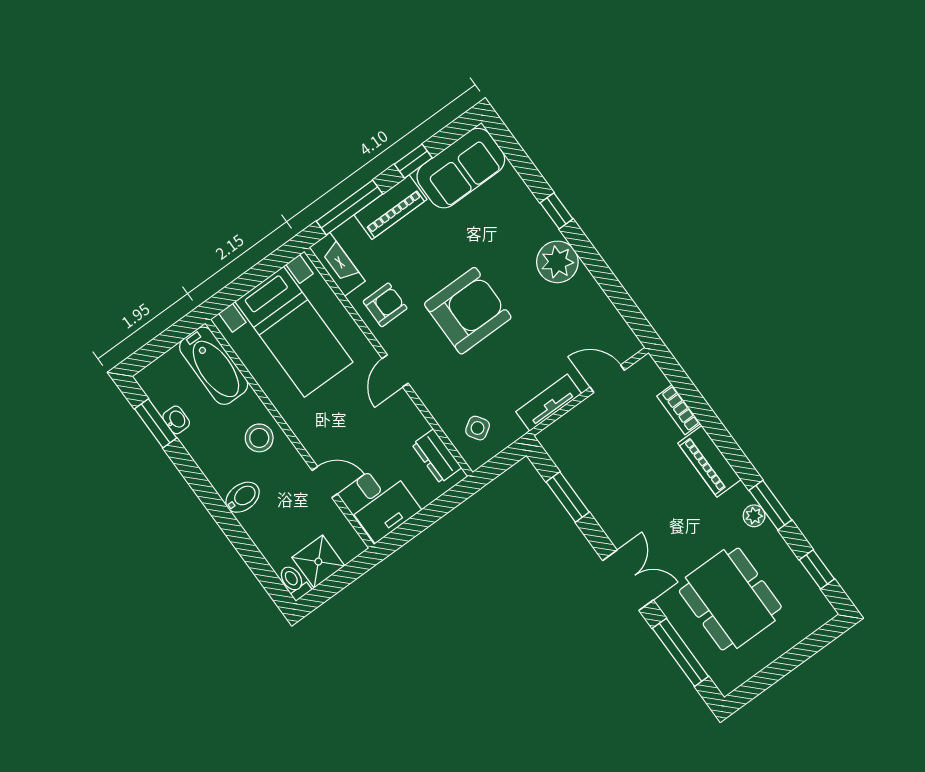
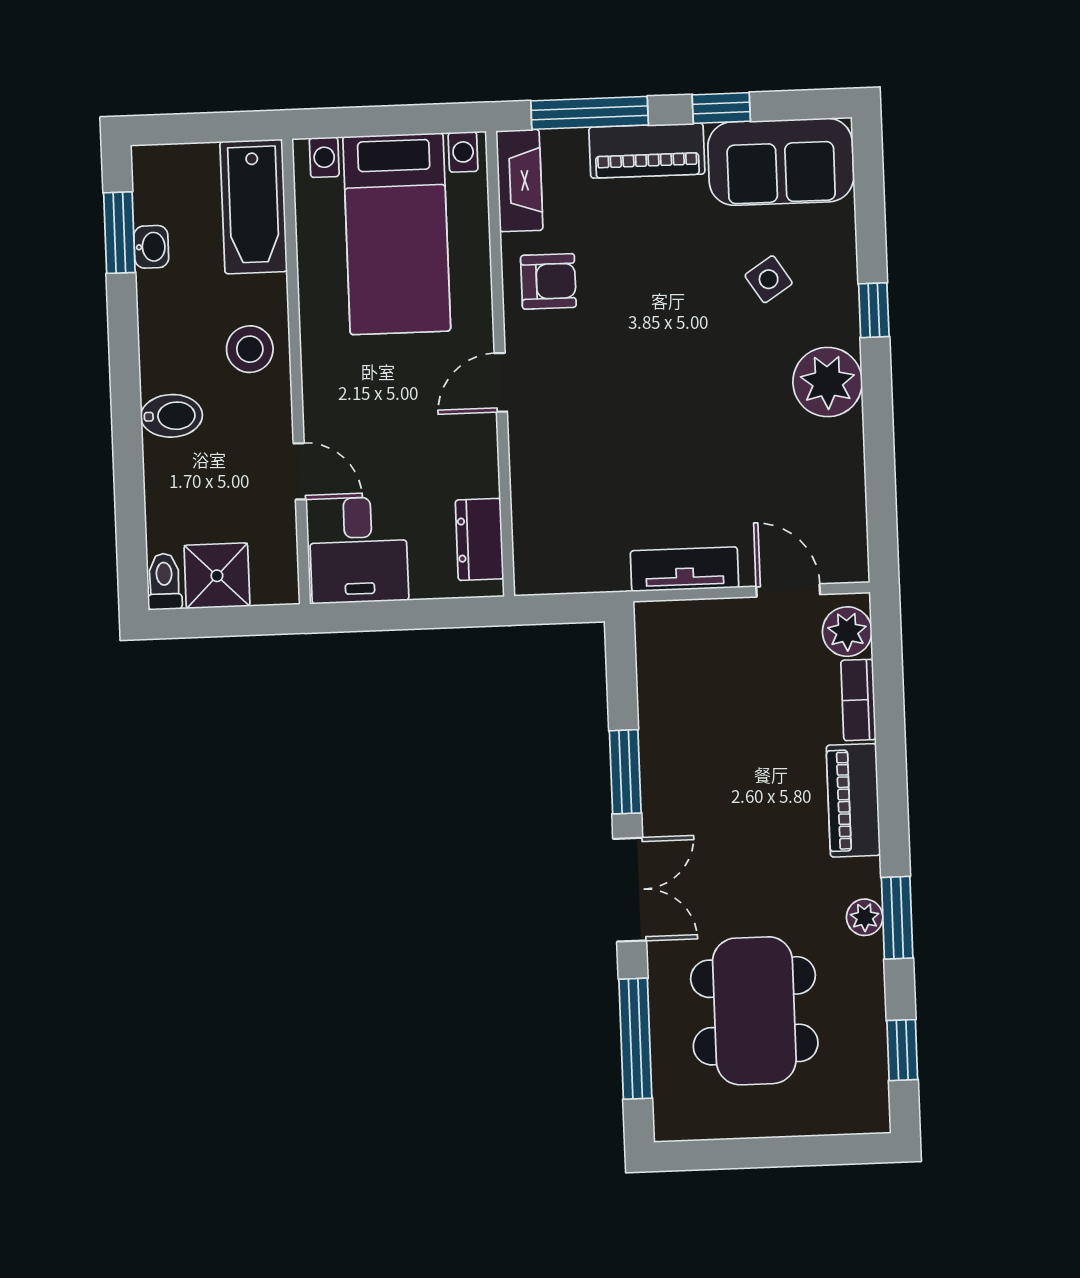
armchair: (468, 311) -> (658, 366), removed
plant: (650, 380) -> (847, 632), added
side table: (478, 428) -> (769, 279), moved
window: (568, 497) -> (625, 772), moved

